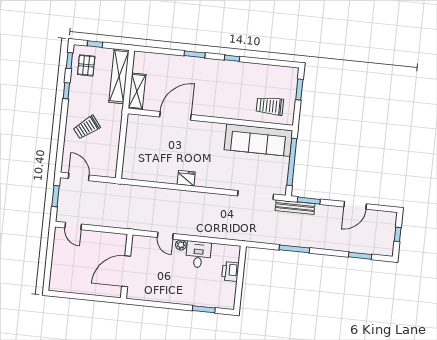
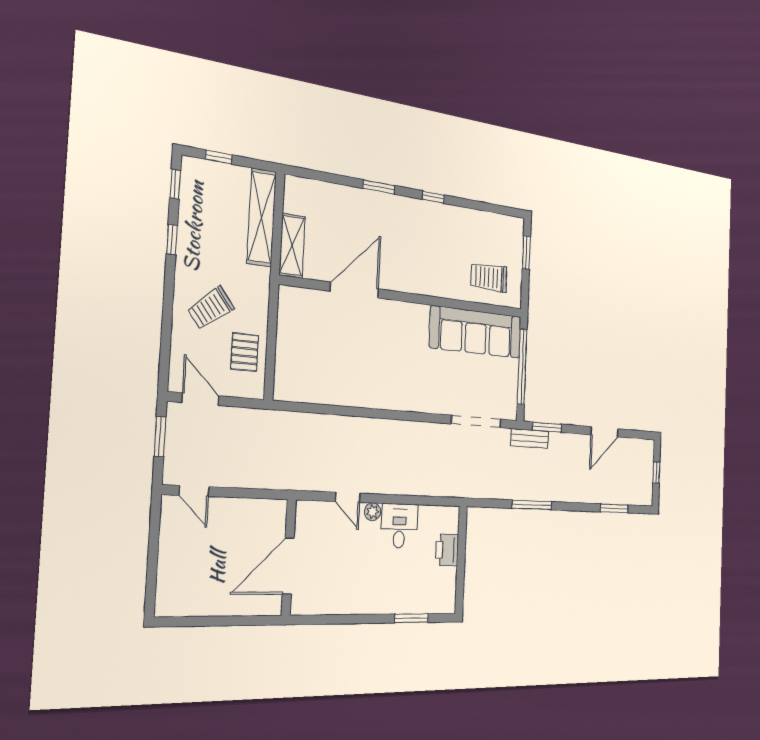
pallet: (86, 65) -> (245, 352), moved
fridge: (186, 178) -> (376, 397), removed
bench: (295, 207) -> (530, 438), width x0.73

